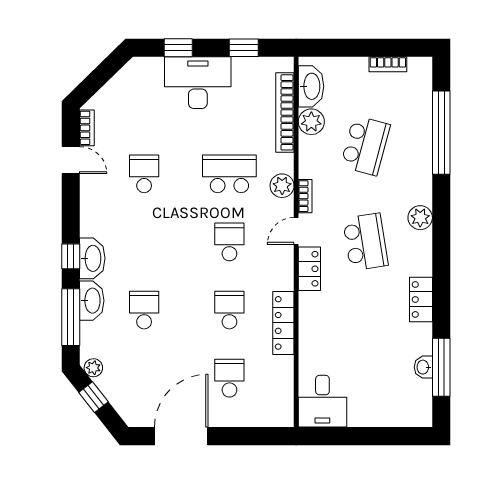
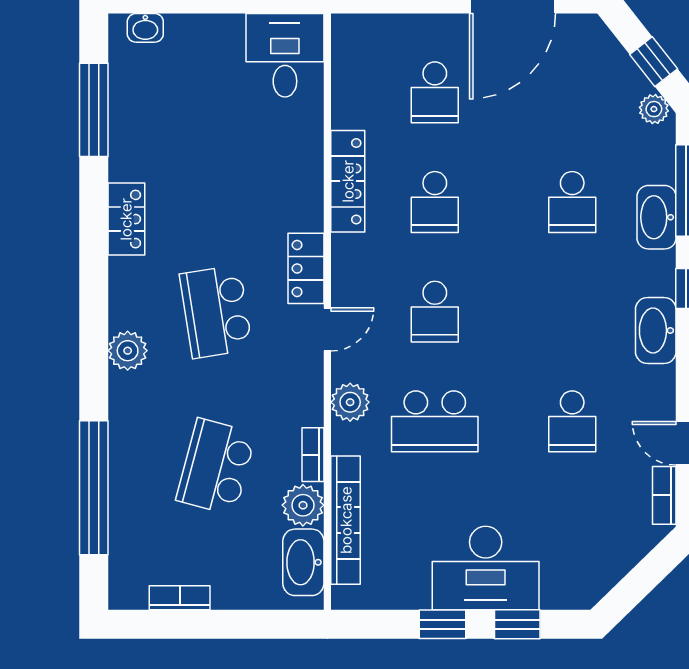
window: (244, 48) -> (442, 624), moved
bookcase: (305, 196) -> (313, 455), moved
washbasin: (92, 258) -> (656, 330), moved
washbasin: (423, 367) -> (145, 28), moved, turned 90

